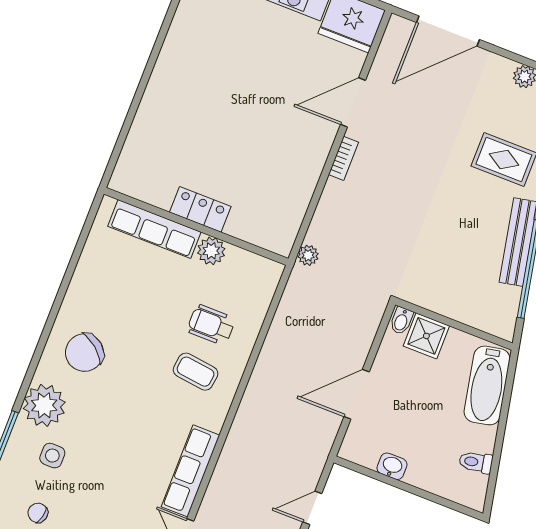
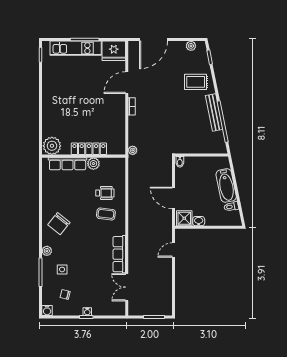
plant: (136, 177) -> (52, 146), added
locker: (200, 209) -> (89, 149), width x1.53
wheelchair: (211, 325) -> (105, 193), turned 180
shower: (426, 336) -> (184, 218), moved
bathtub: (487, 385) -> (226, 185), moved
door: (357, 394) -> (173, 198), hinge flipped
plant: (44, 405) -> (47, 251), width x0.53, depth x0.53

